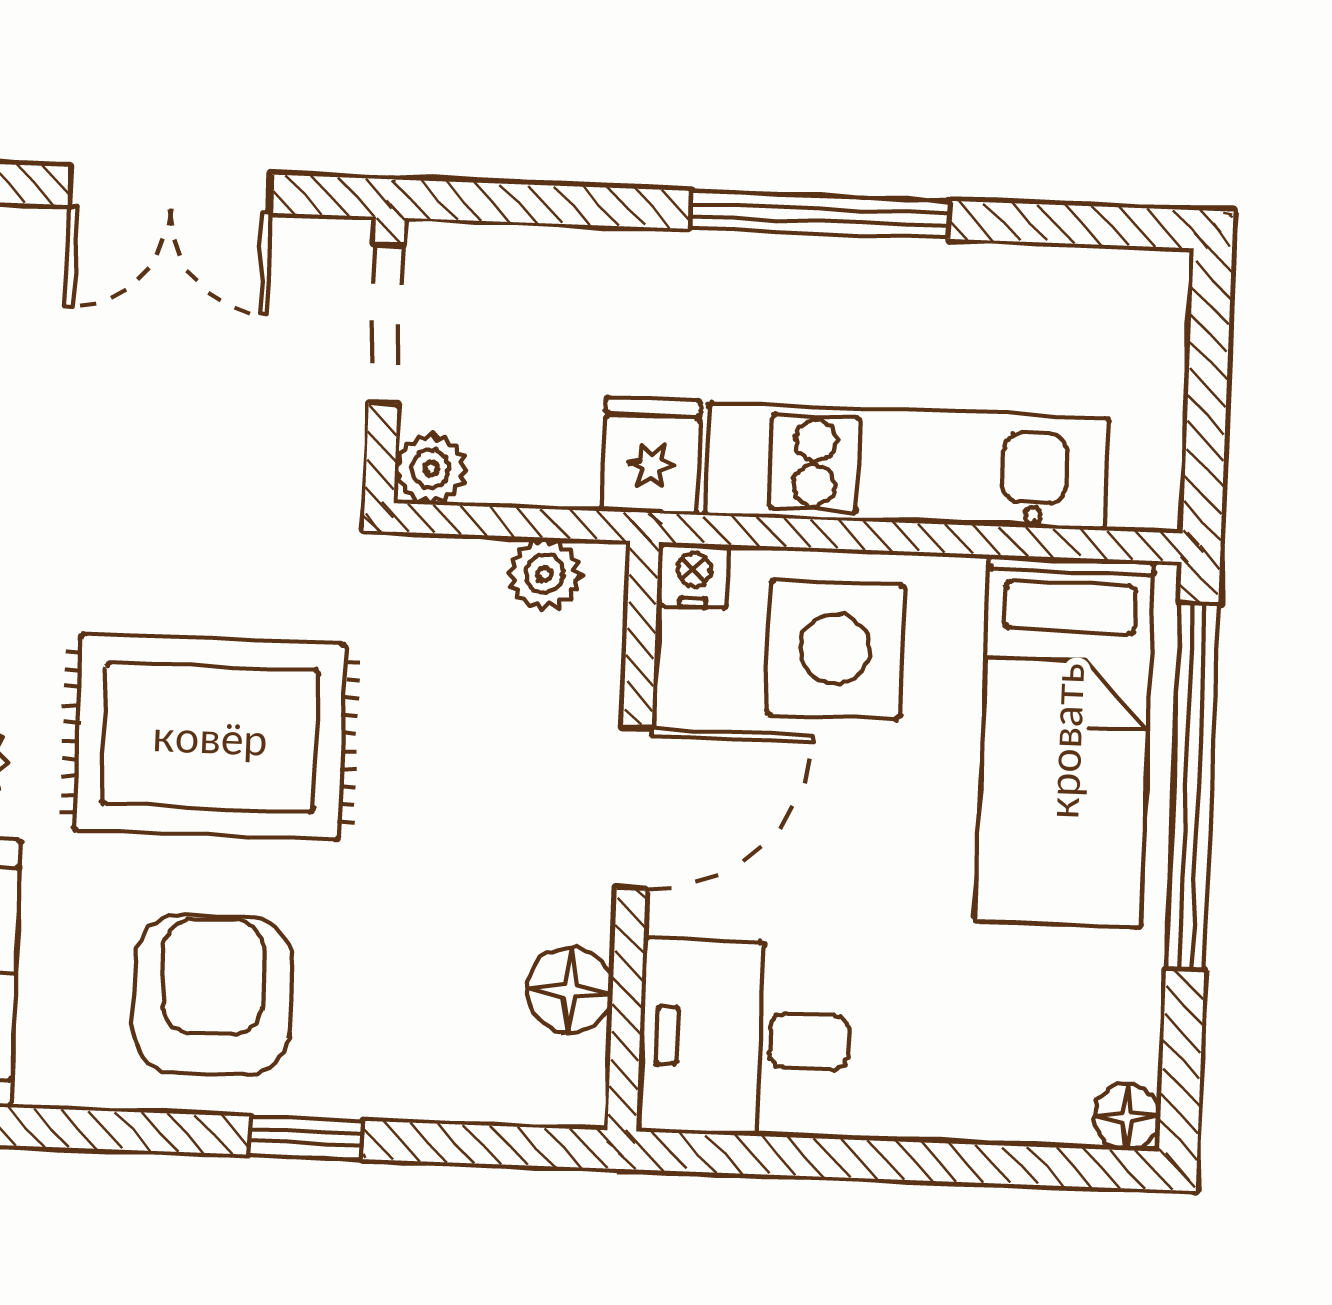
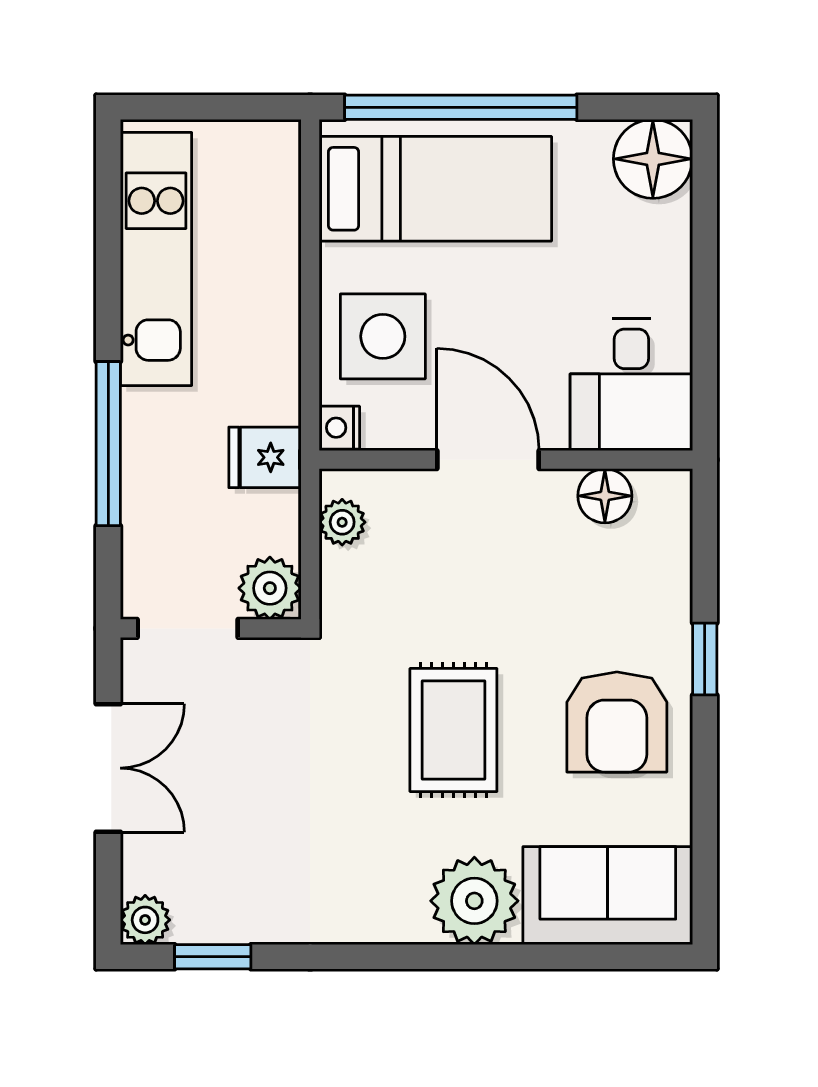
window: (820, 215) -> (108, 444), moved
kitchen unit: (907, 466) -> (156, 259), moved, turned 180
plant: (431, 469) -> (270, 588), width x1.38, depth x1.38
rug: (210, 737) -> (453, 730), width x0.73, depth x0.70
armchair: (212, 995) -> (617, 722), turned -90
floor lamp: (1127, 1117) -> (653, 159), width x1.89, depth x1.89

